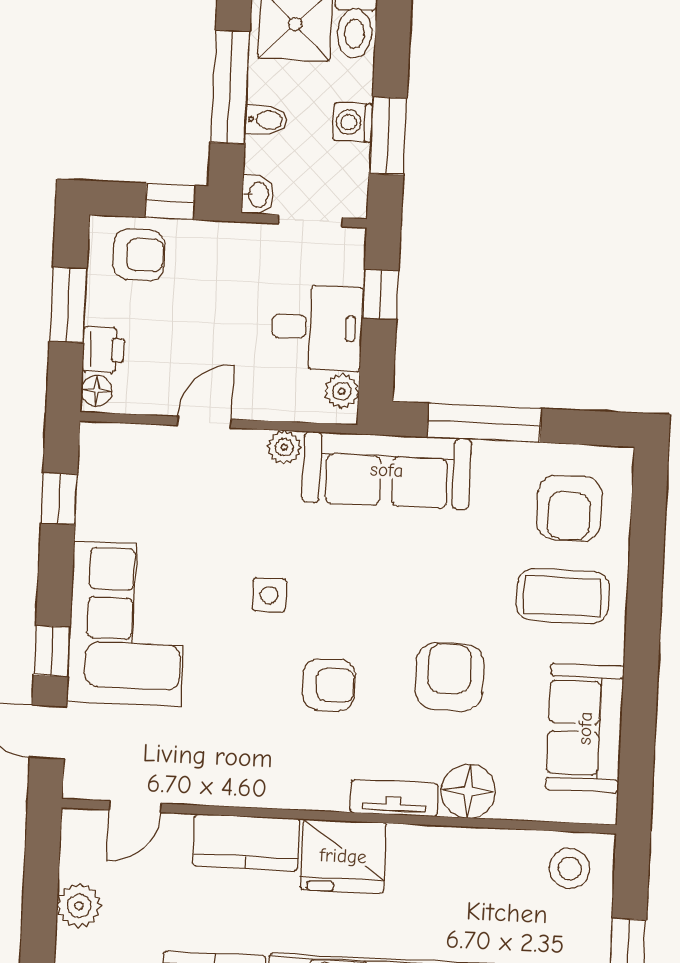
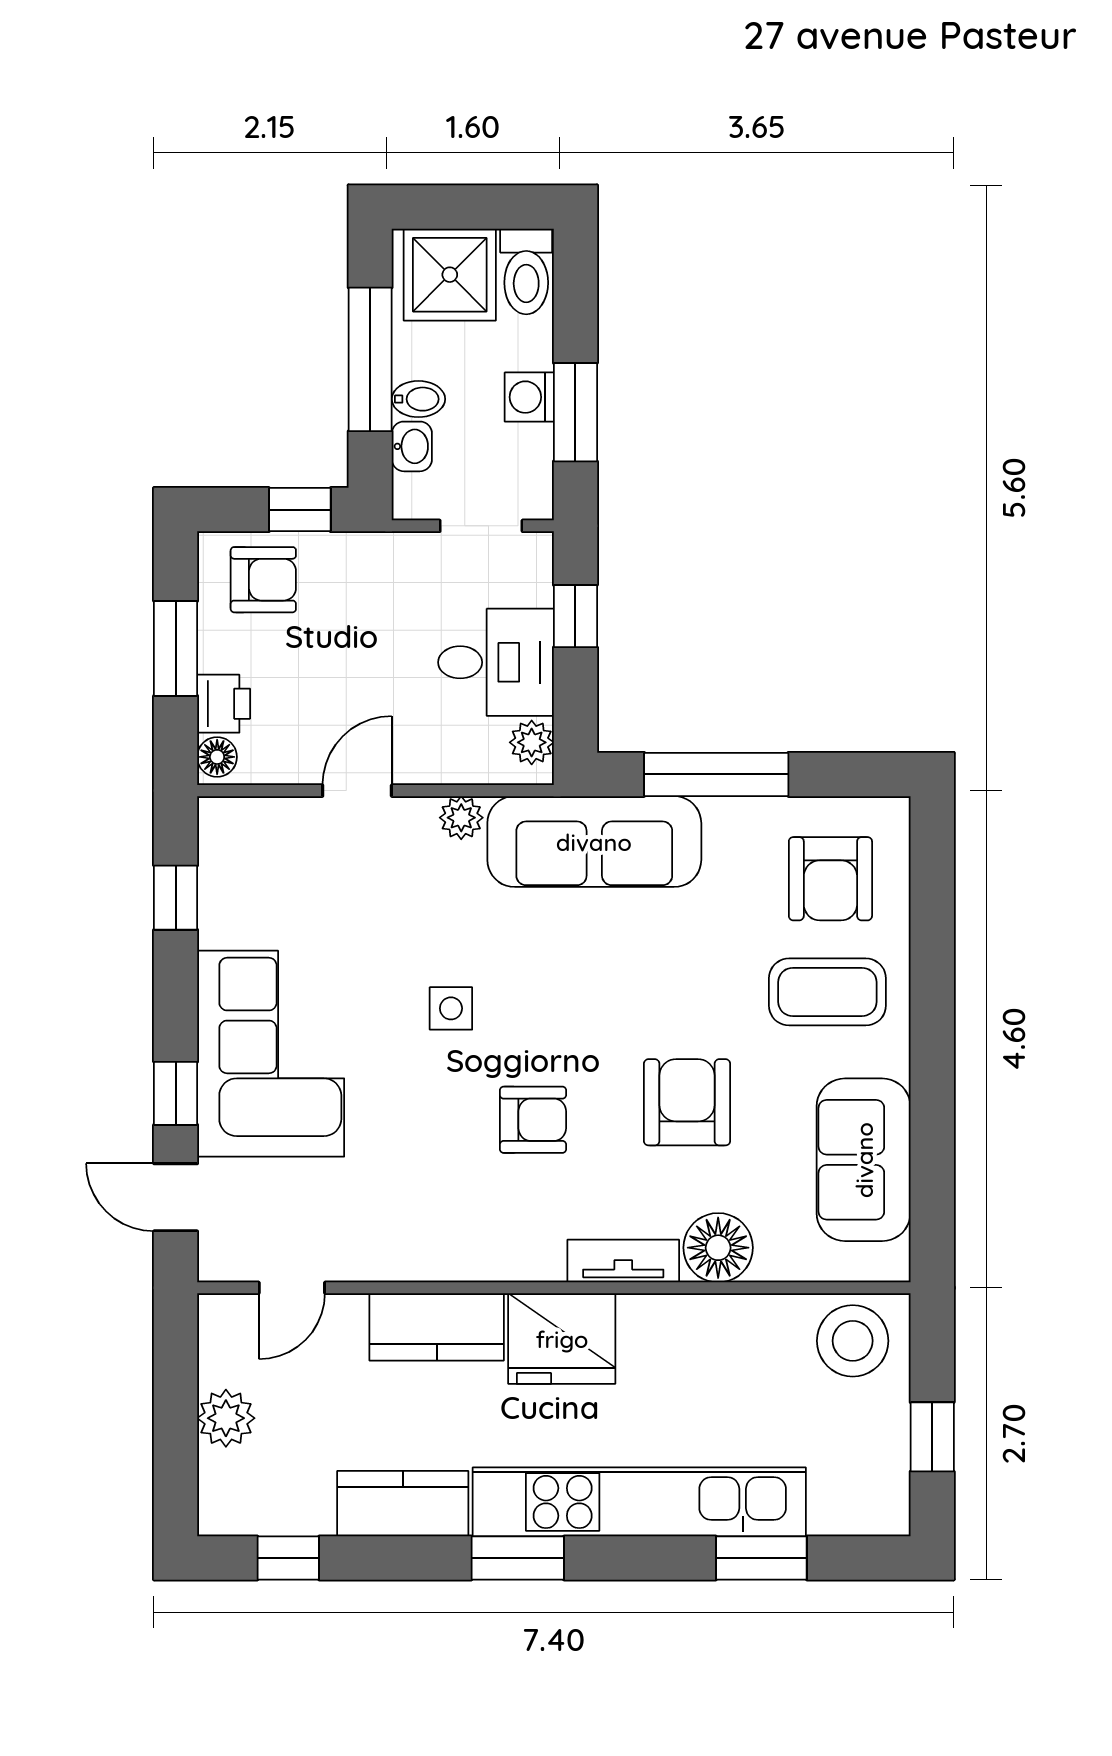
washbasin: (258, 195) -> (412, 446), moved
stool: (570, 869) -> (853, 1341), width x1.38, depth x1.38

